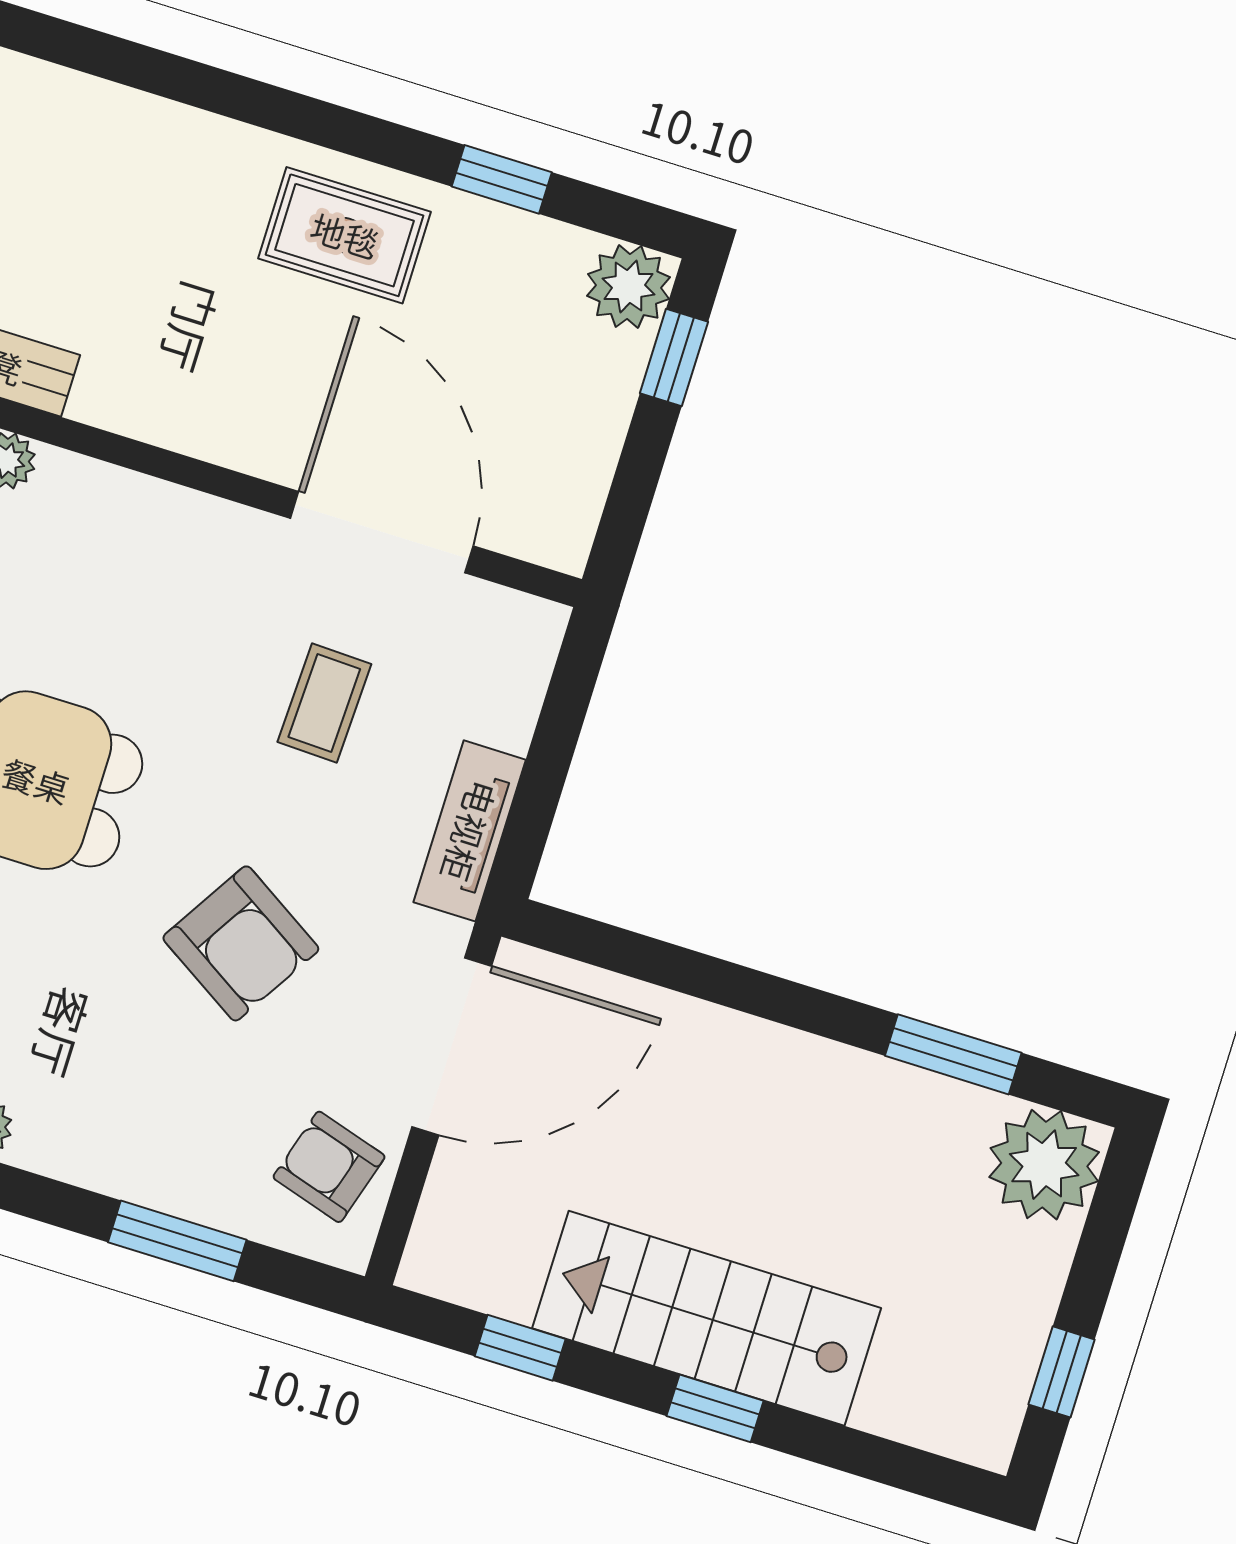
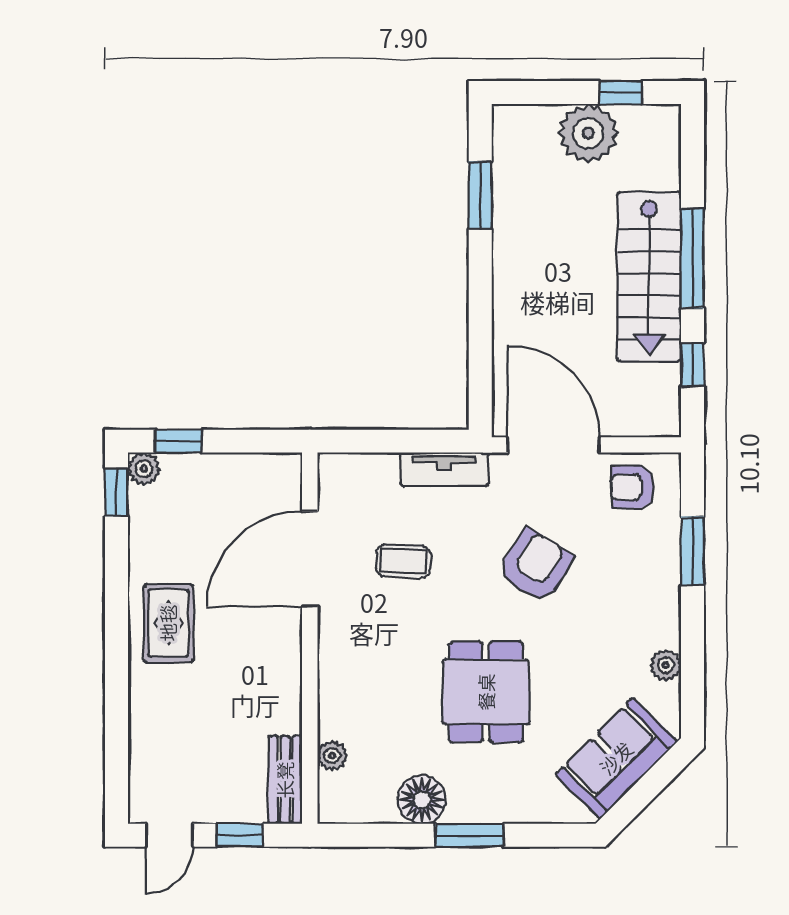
window: (502, 179) -> (116, 492), moved
plant: (628, 286) -> (144, 469), width x0.73, depth x0.73
plant: (1044, 1165) -> (588, 133), moved
armchair: (329, 1167) -> (632, 487), turned 73
window: (715, 1408) -> (692, 259), width x2.17

